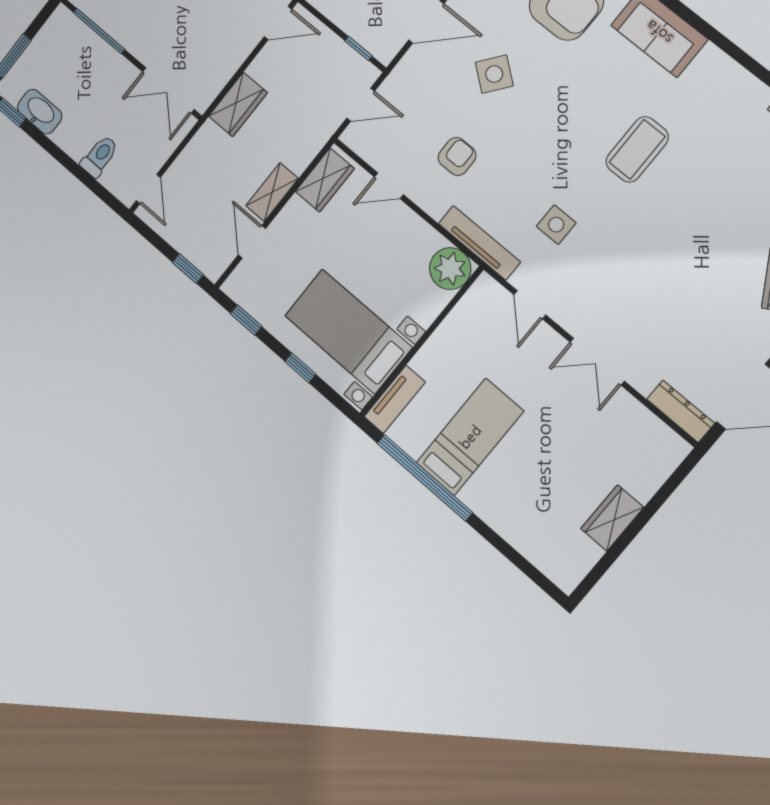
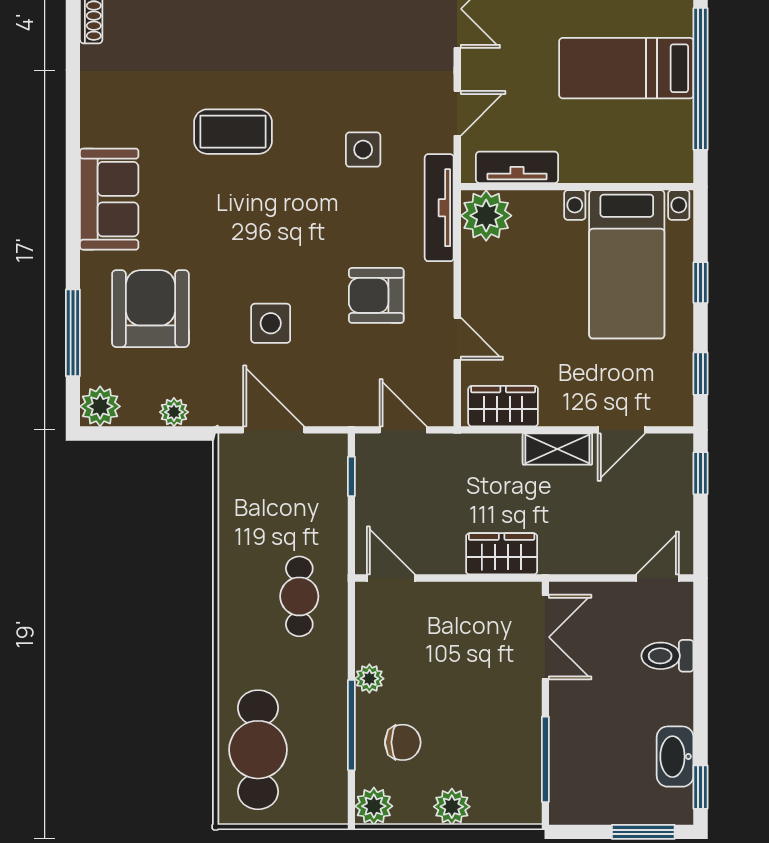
side table: (494, 74) -> (271, 323), turned -38
armchair: (457, 156) -> (376, 295), width x1.38, depth x1.38
tv unit: (395, 399) -> (517, 167), moved

